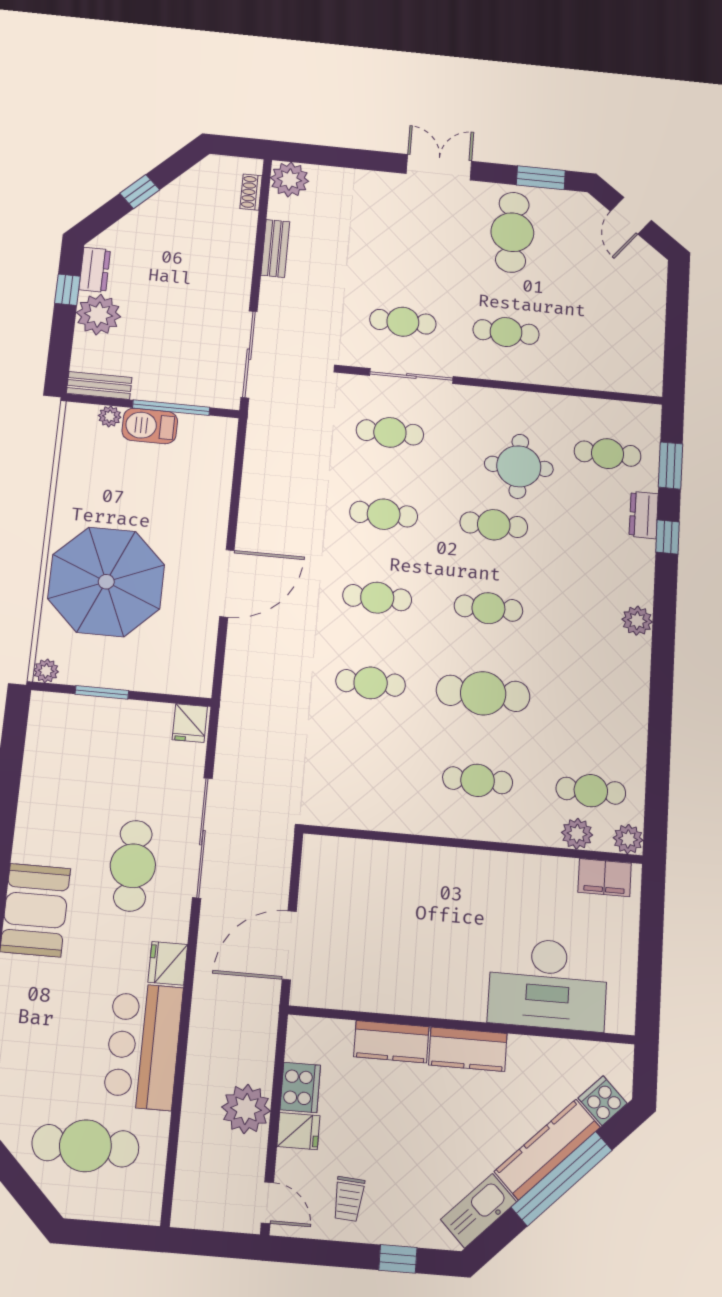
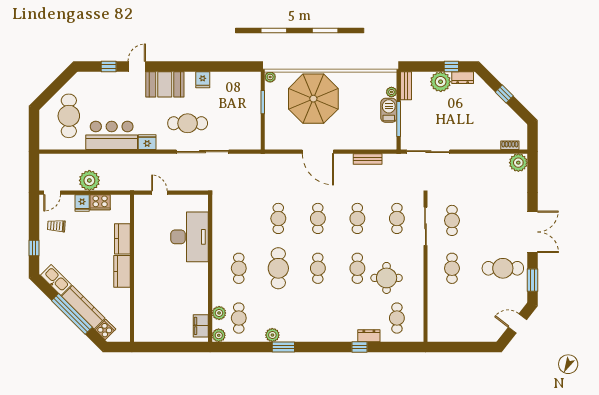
double door: (439, 167) -> (533, 232), width x1.37
bench: (275, 248) -> (368, 159), moved
window: (671, 466) -> (283, 347), moved
plant: (637, 621) -> (272, 335), moved
fridge: (190, 723) -> (203, 80), moved, turned -90
door: (289, 945) -> (159, 193), width x0.53
desk: (548, 984) -> (190, 237), moved, turned 180

